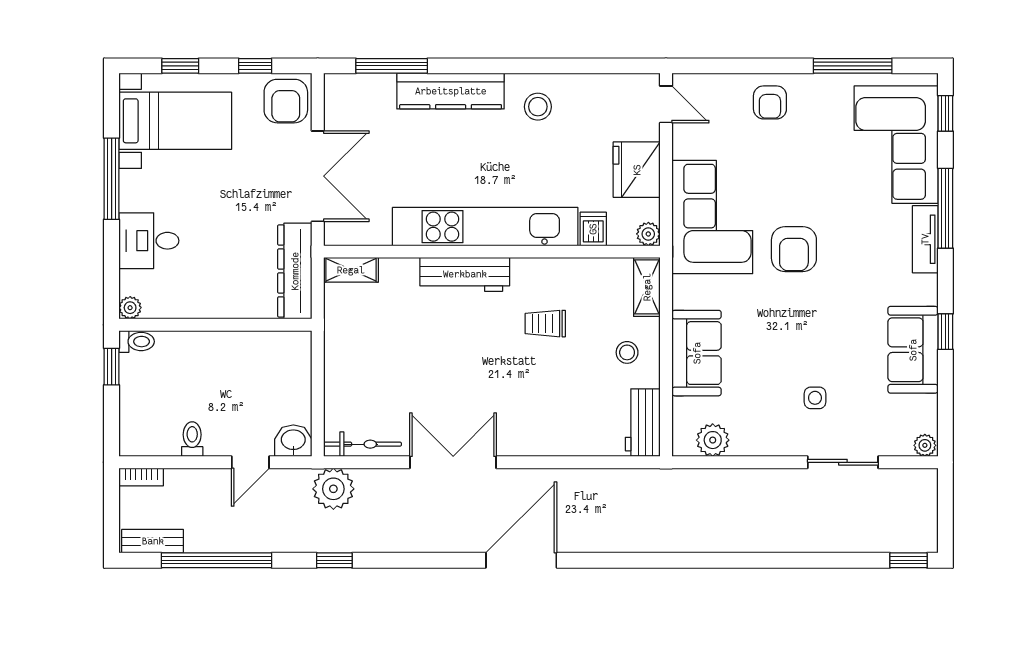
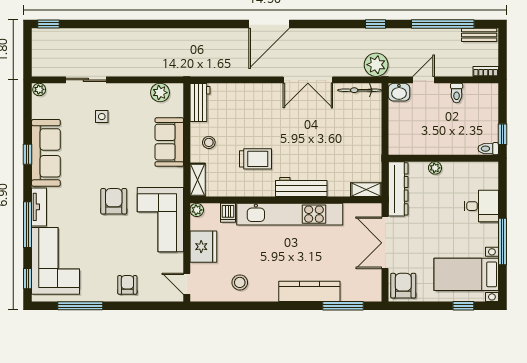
window: (255, 66) -> (421, 306), removed
stool: (538, 107) -> (240, 282), moved
plant: (130, 308) -> (435, 168), moved
trolley: (545, 324) -> (255, 159), width x1.36, depth x1.39
sofa: (913, 350) -> (46, 153), width x1.36

